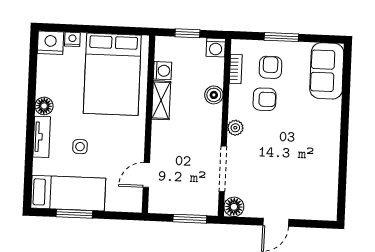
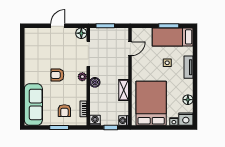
washing machine: (163, 71) -> (124, 121), moved
sofa: (327, 71) -> (33, 104), width x1.36
boiler: (214, 95) -> (95, 82), moved
armchair: (265, 99) -> (57, 75), moved
floor lamp: (44, 106) -> (188, 100), moved

